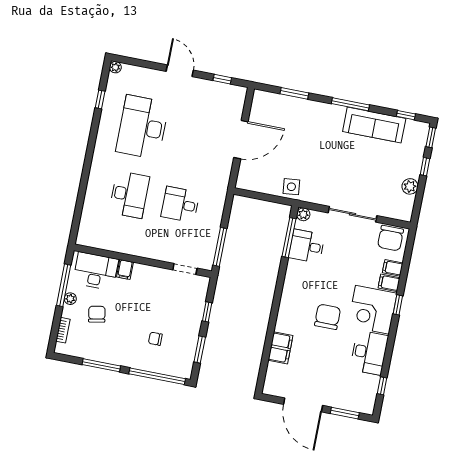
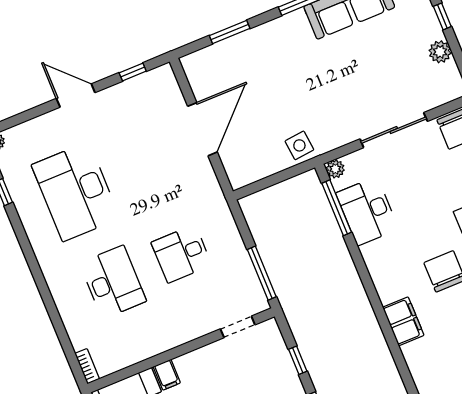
bookcase: (82, 234) -> (87, 366), added
desk: (307, 246) -> (367, 211), width x1.37
filing cabinet: (280, 348) -> (403, 321), moved

